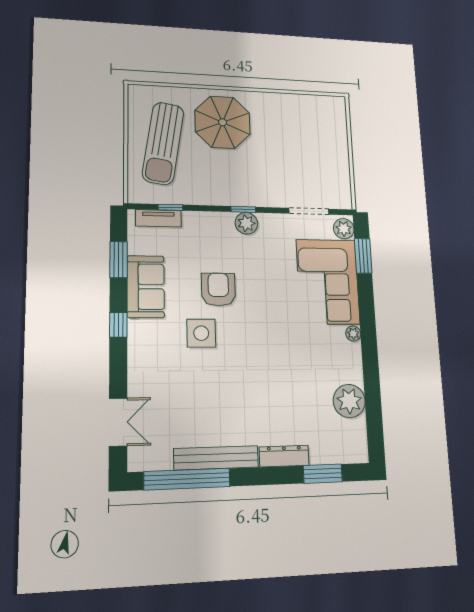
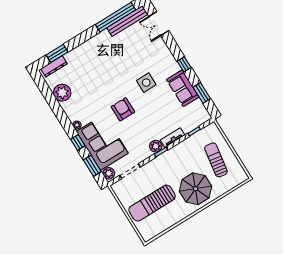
sun lounger: (163, 143) -> (216, 160), width x0.73, depth x0.75
sun lounger: (302, 144) -> (152, 203), added
tv unit: (158, 218) -> (172, 138), moved
armchair: (218, 289) -> (123, 109), moved, turned 180
window: (366, 305) -> (78, 142), added
dresser: (284, 456) -> (54, 66), moved
bench: (216, 458) -> (127, 21), moved

